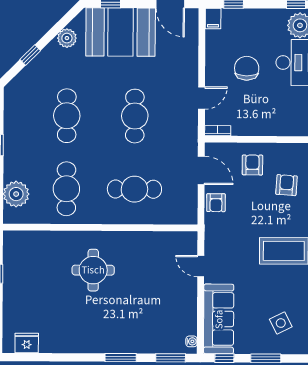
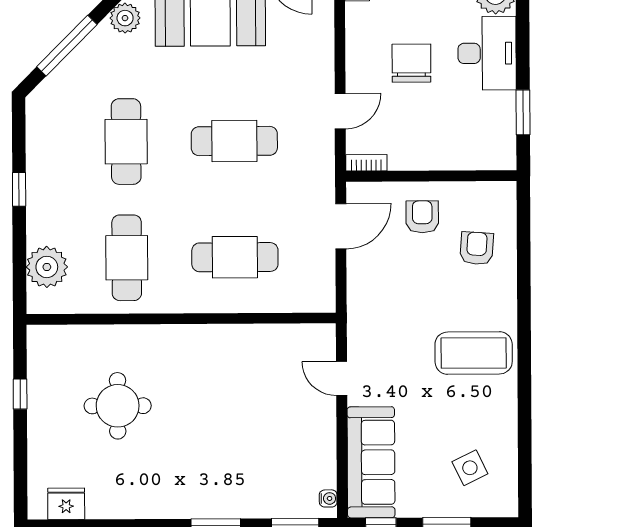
window: (30, 55) -> (67, 46), width x2.17
cafe table: (135, 116) -> (234, 141), turned 90
door: (201, 170) -> (341, 226), hinge flipped
armchair: (216, 203) -> (365, 277), removed
round table: (93, 270) -> (118, 406), moved

